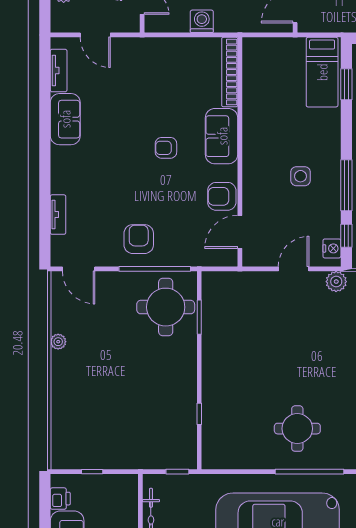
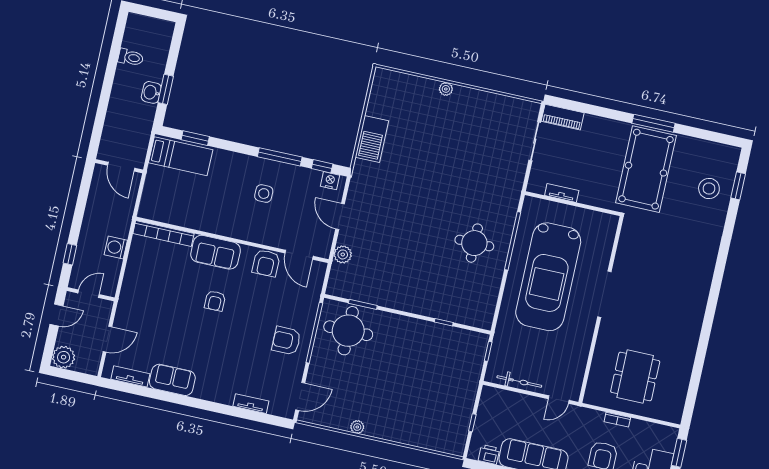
plant: (336, 282) -> (343, 254), moved

